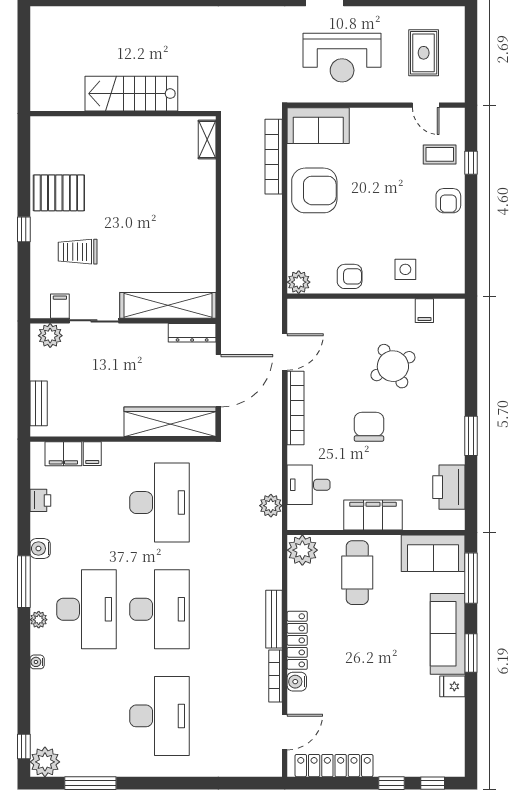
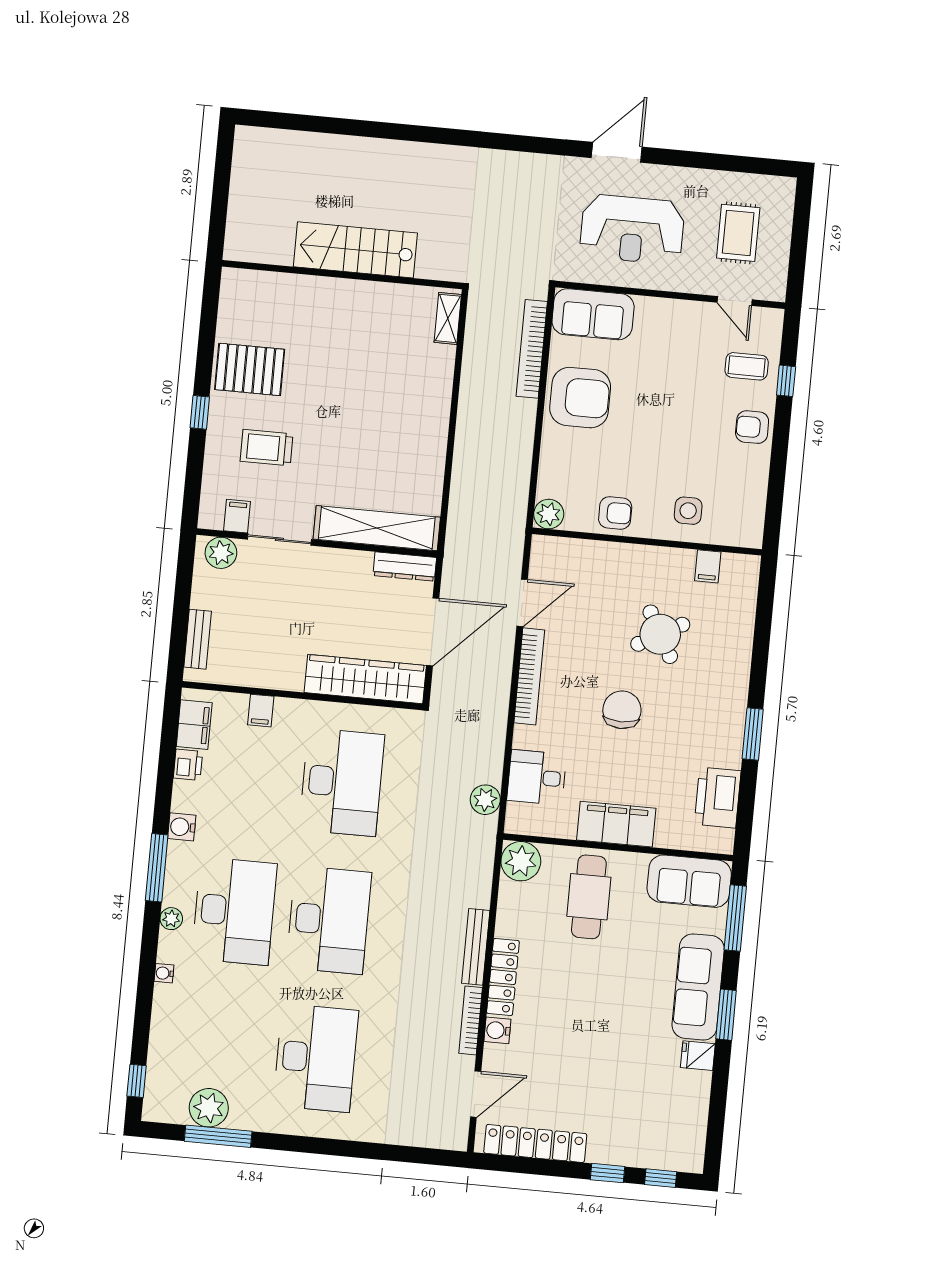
armchair: (448, 201) -> (752, 427), turned 90
filing cabinet: (63, 454) -> (194, 725), moved, turned -90
plant: (45, 762) -> (209, 1108), moved

